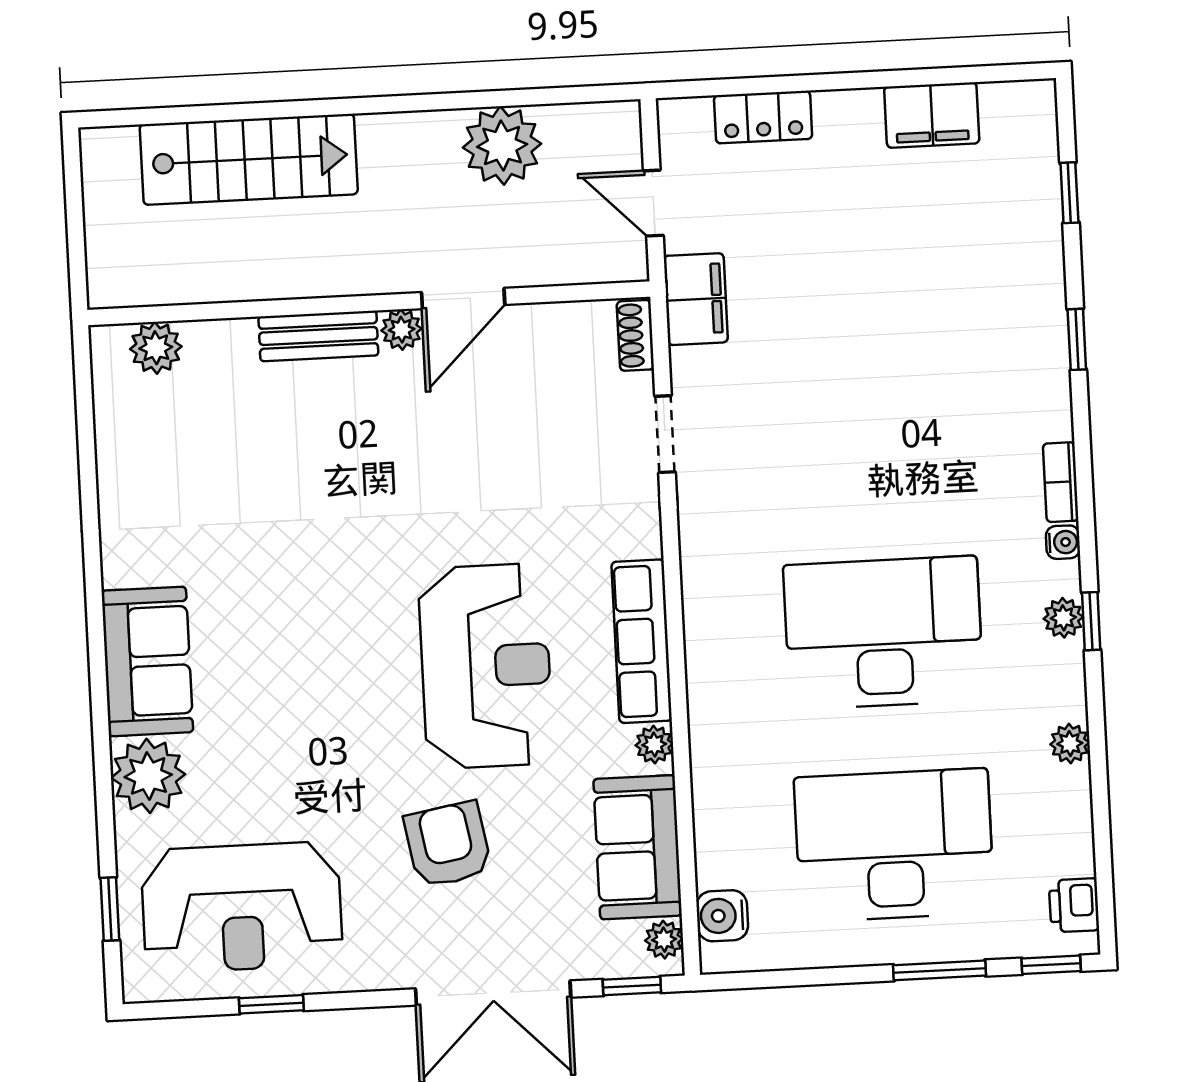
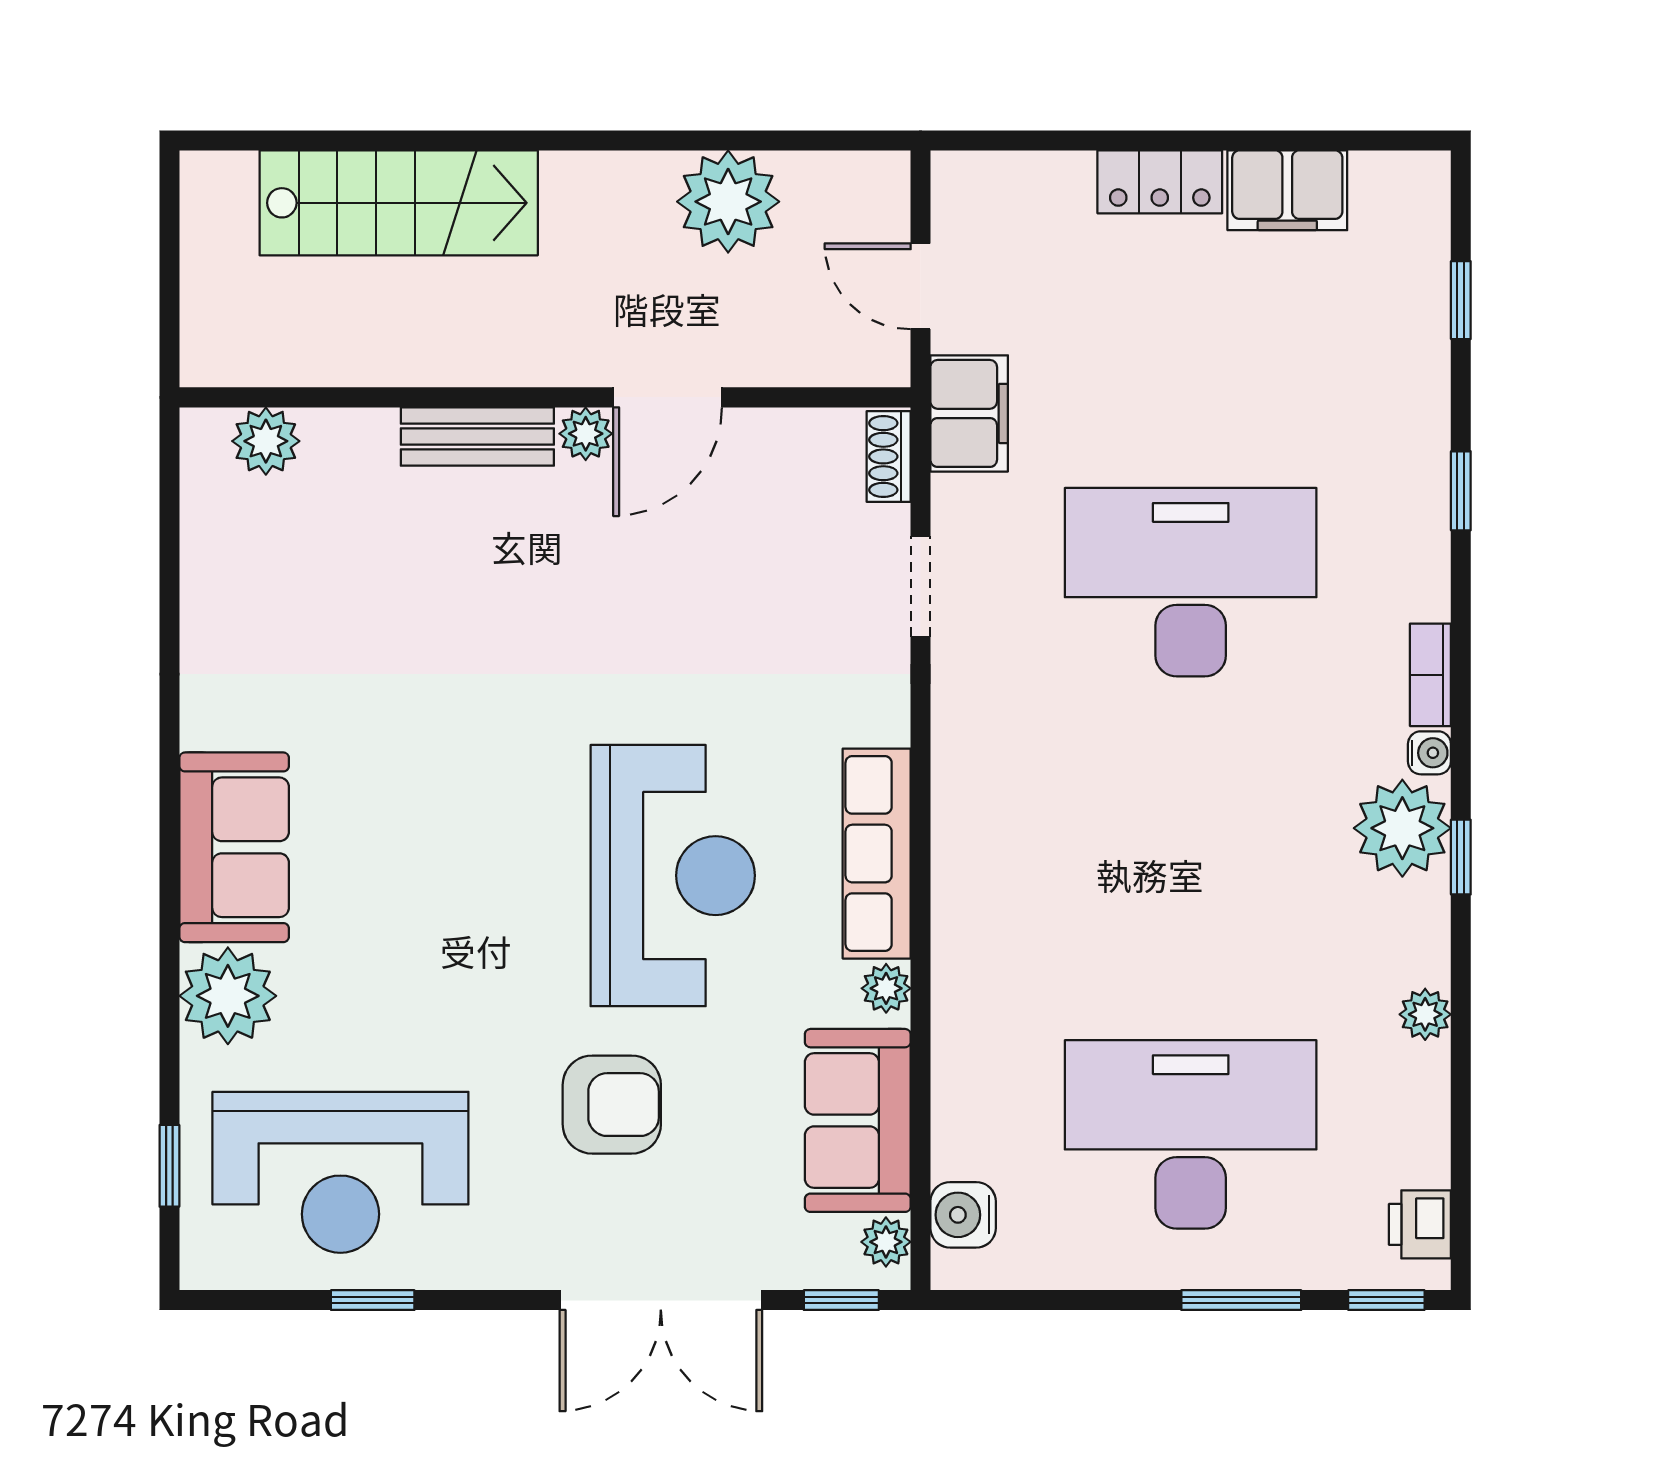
locker: (763, 117) -> (1160, 182), moved
plant: (1063, 618) -> (1402, 828), width x1.88, depth x1.88
desk: (883, 633) -> (1191, 582), moved
armchair: (448, 845) -> (612, 1105), turned 100

